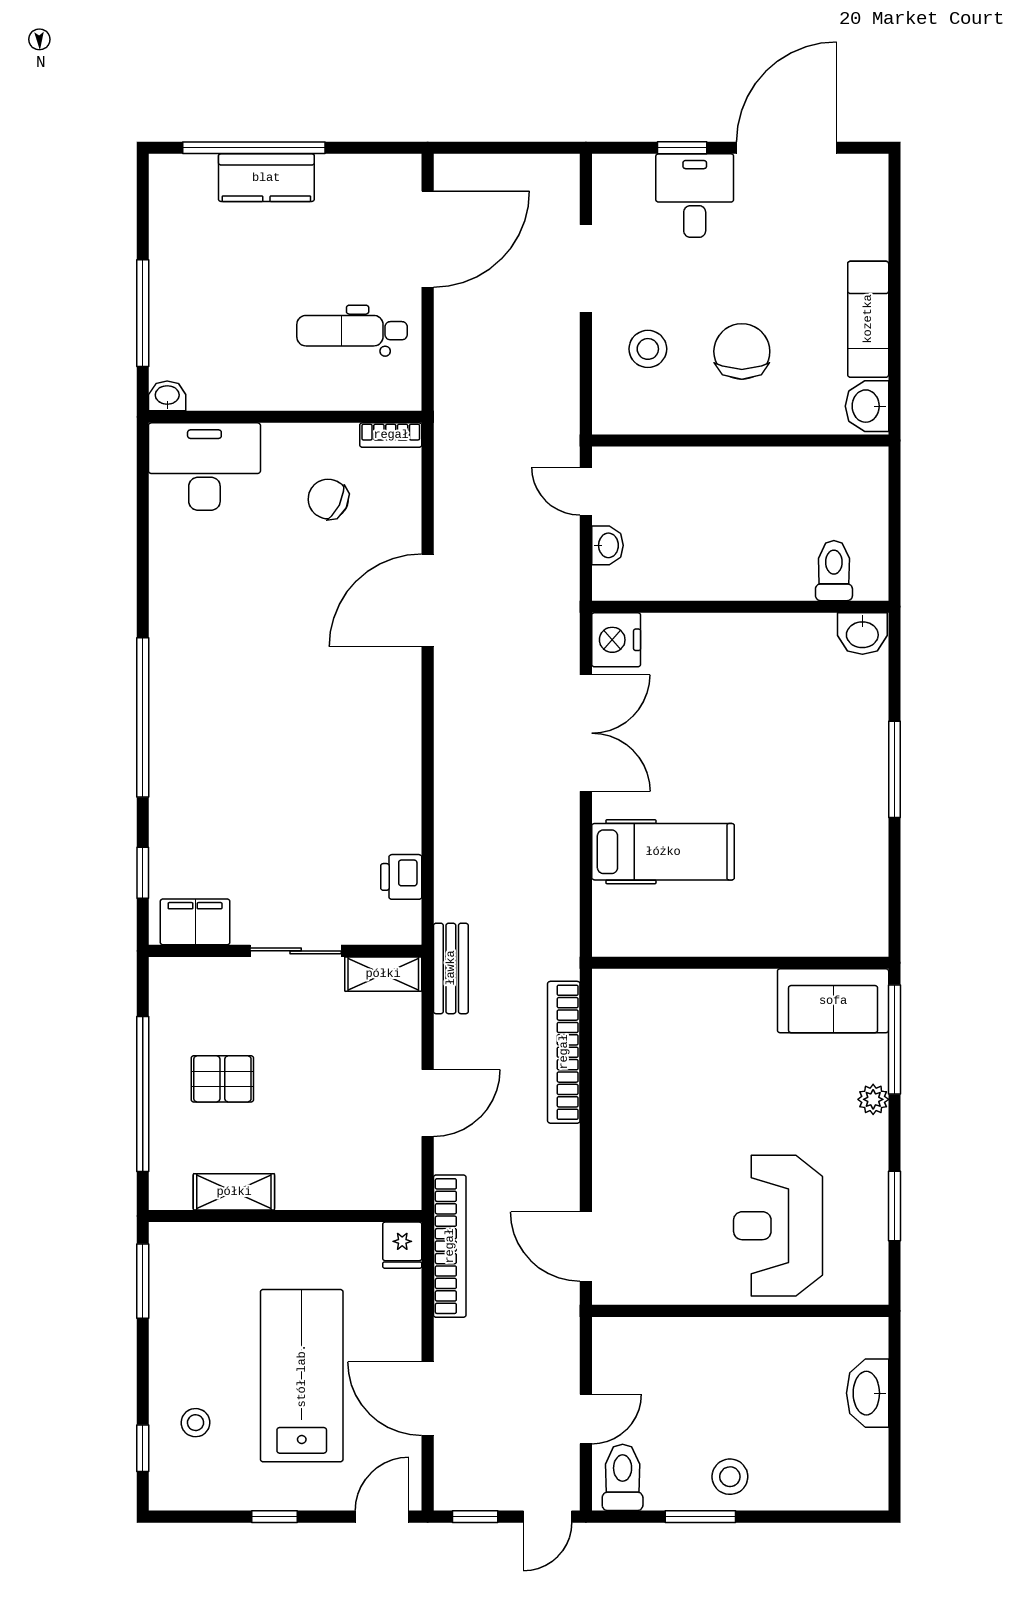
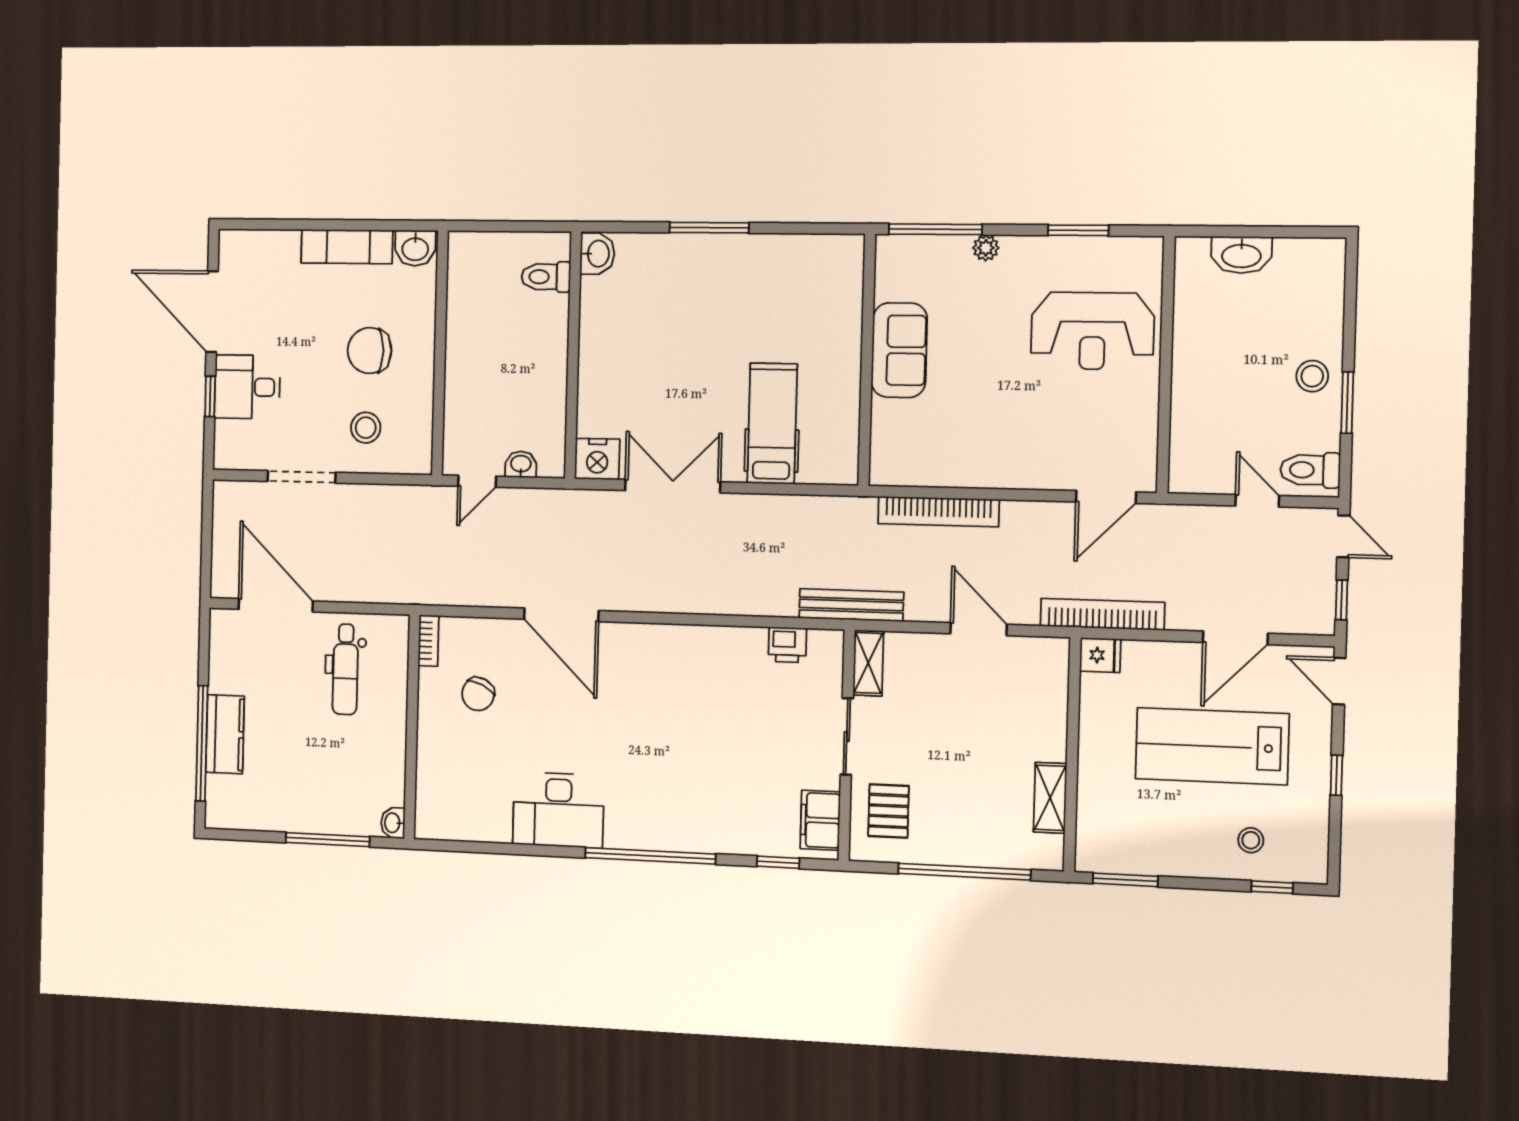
desk: (204, 467) -> (558, 810), moved, turned -90
bench: (451, 968) -> (851, 605), width x1.36
sofa: (833, 1001) -> (899, 350), moved
pallet: (222, 1079) -> (889, 811), moved

